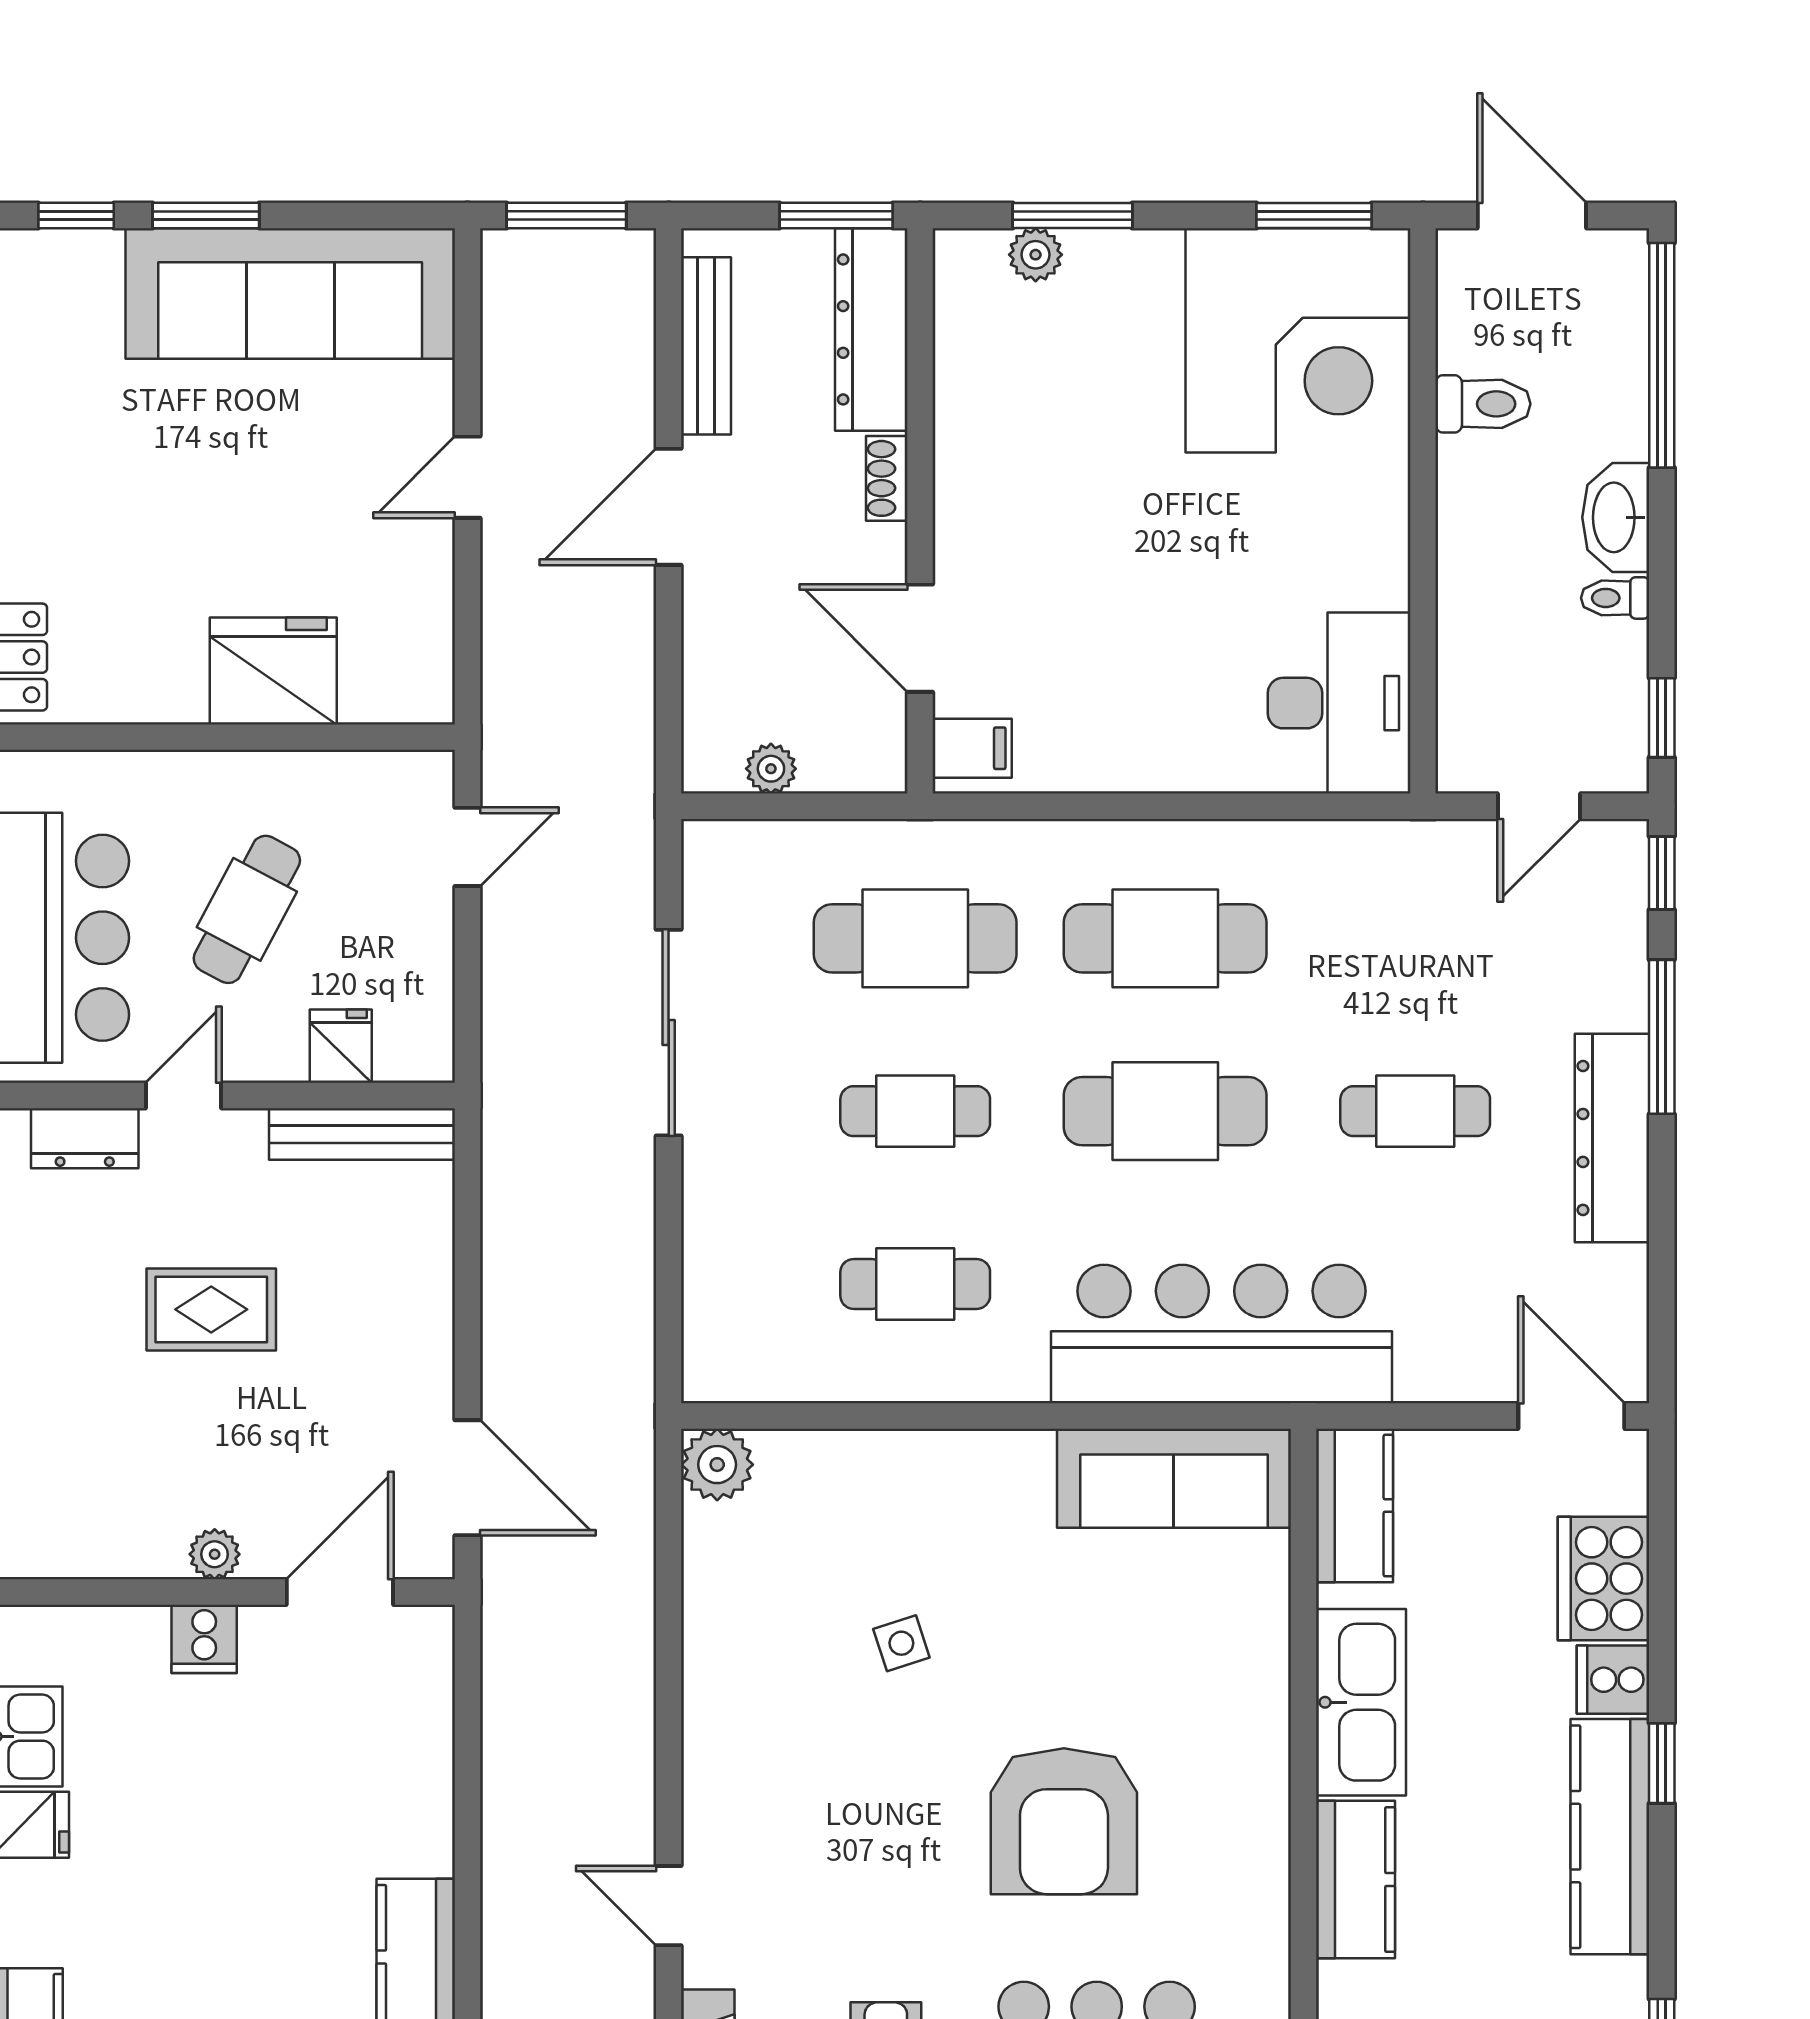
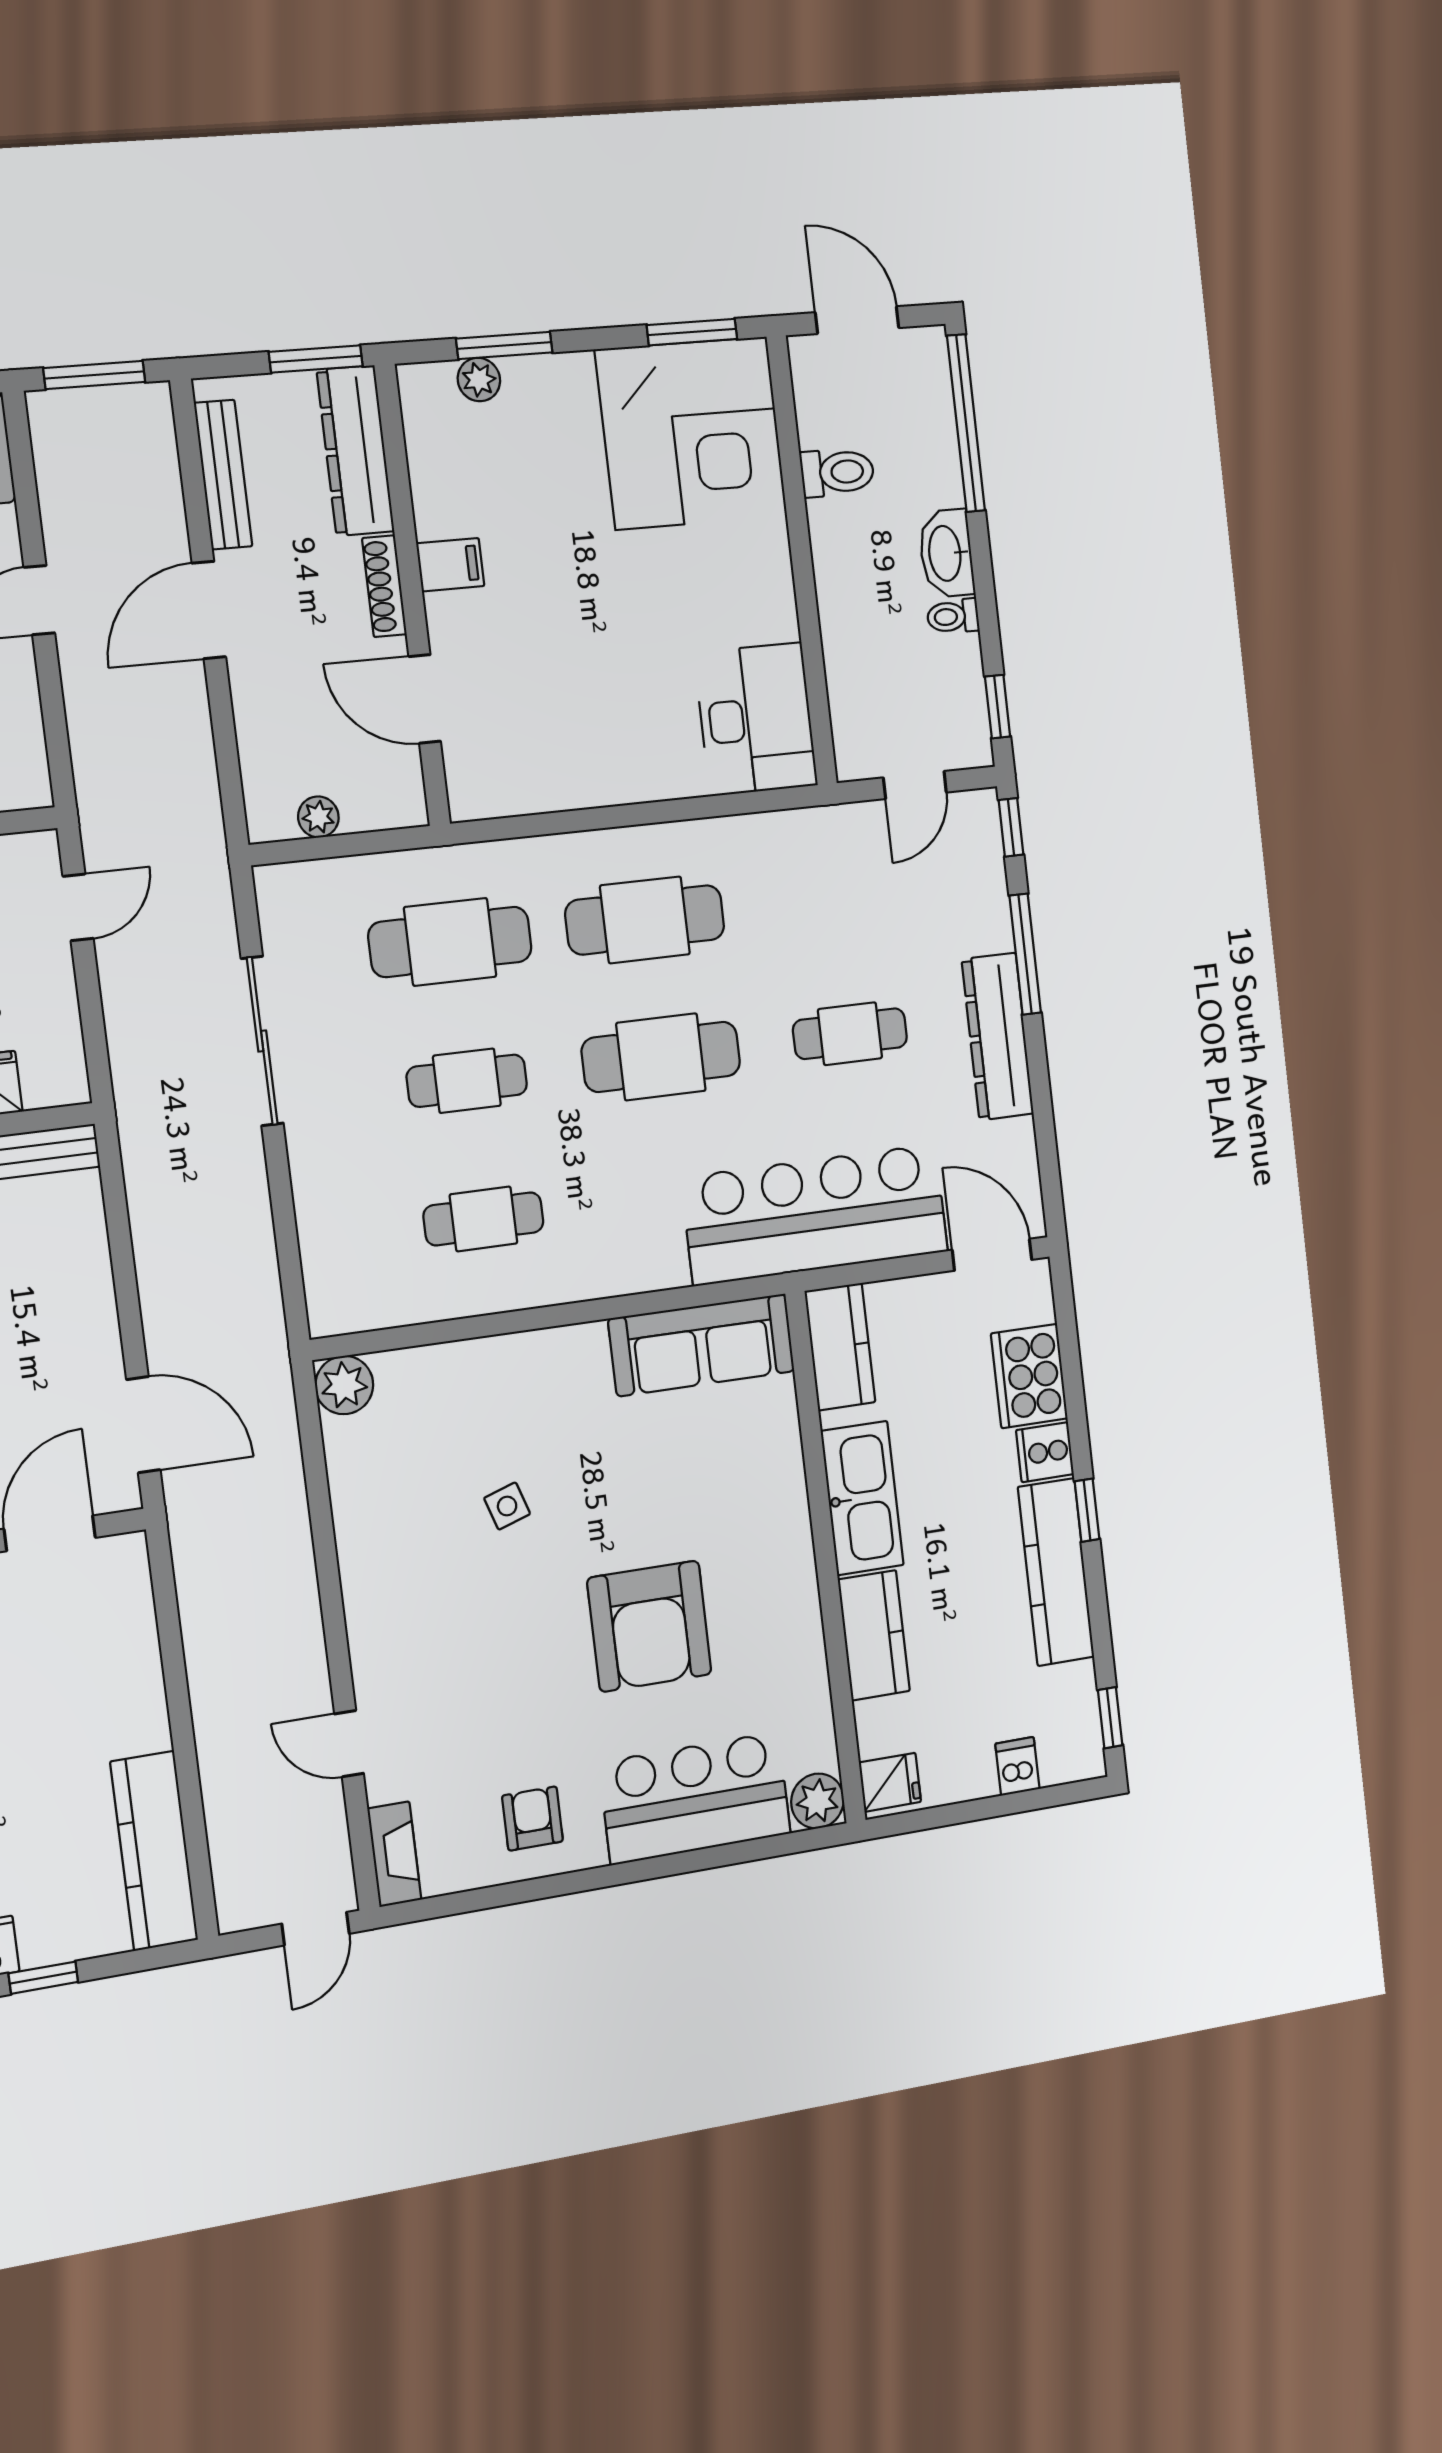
shoe rack: (887, 478) -> (384, 586), width x1.43
filing cabinet: (972, 748) -> (450, 565), moved
bar counter: (1222, 1334) -> (815, 1215), moved

